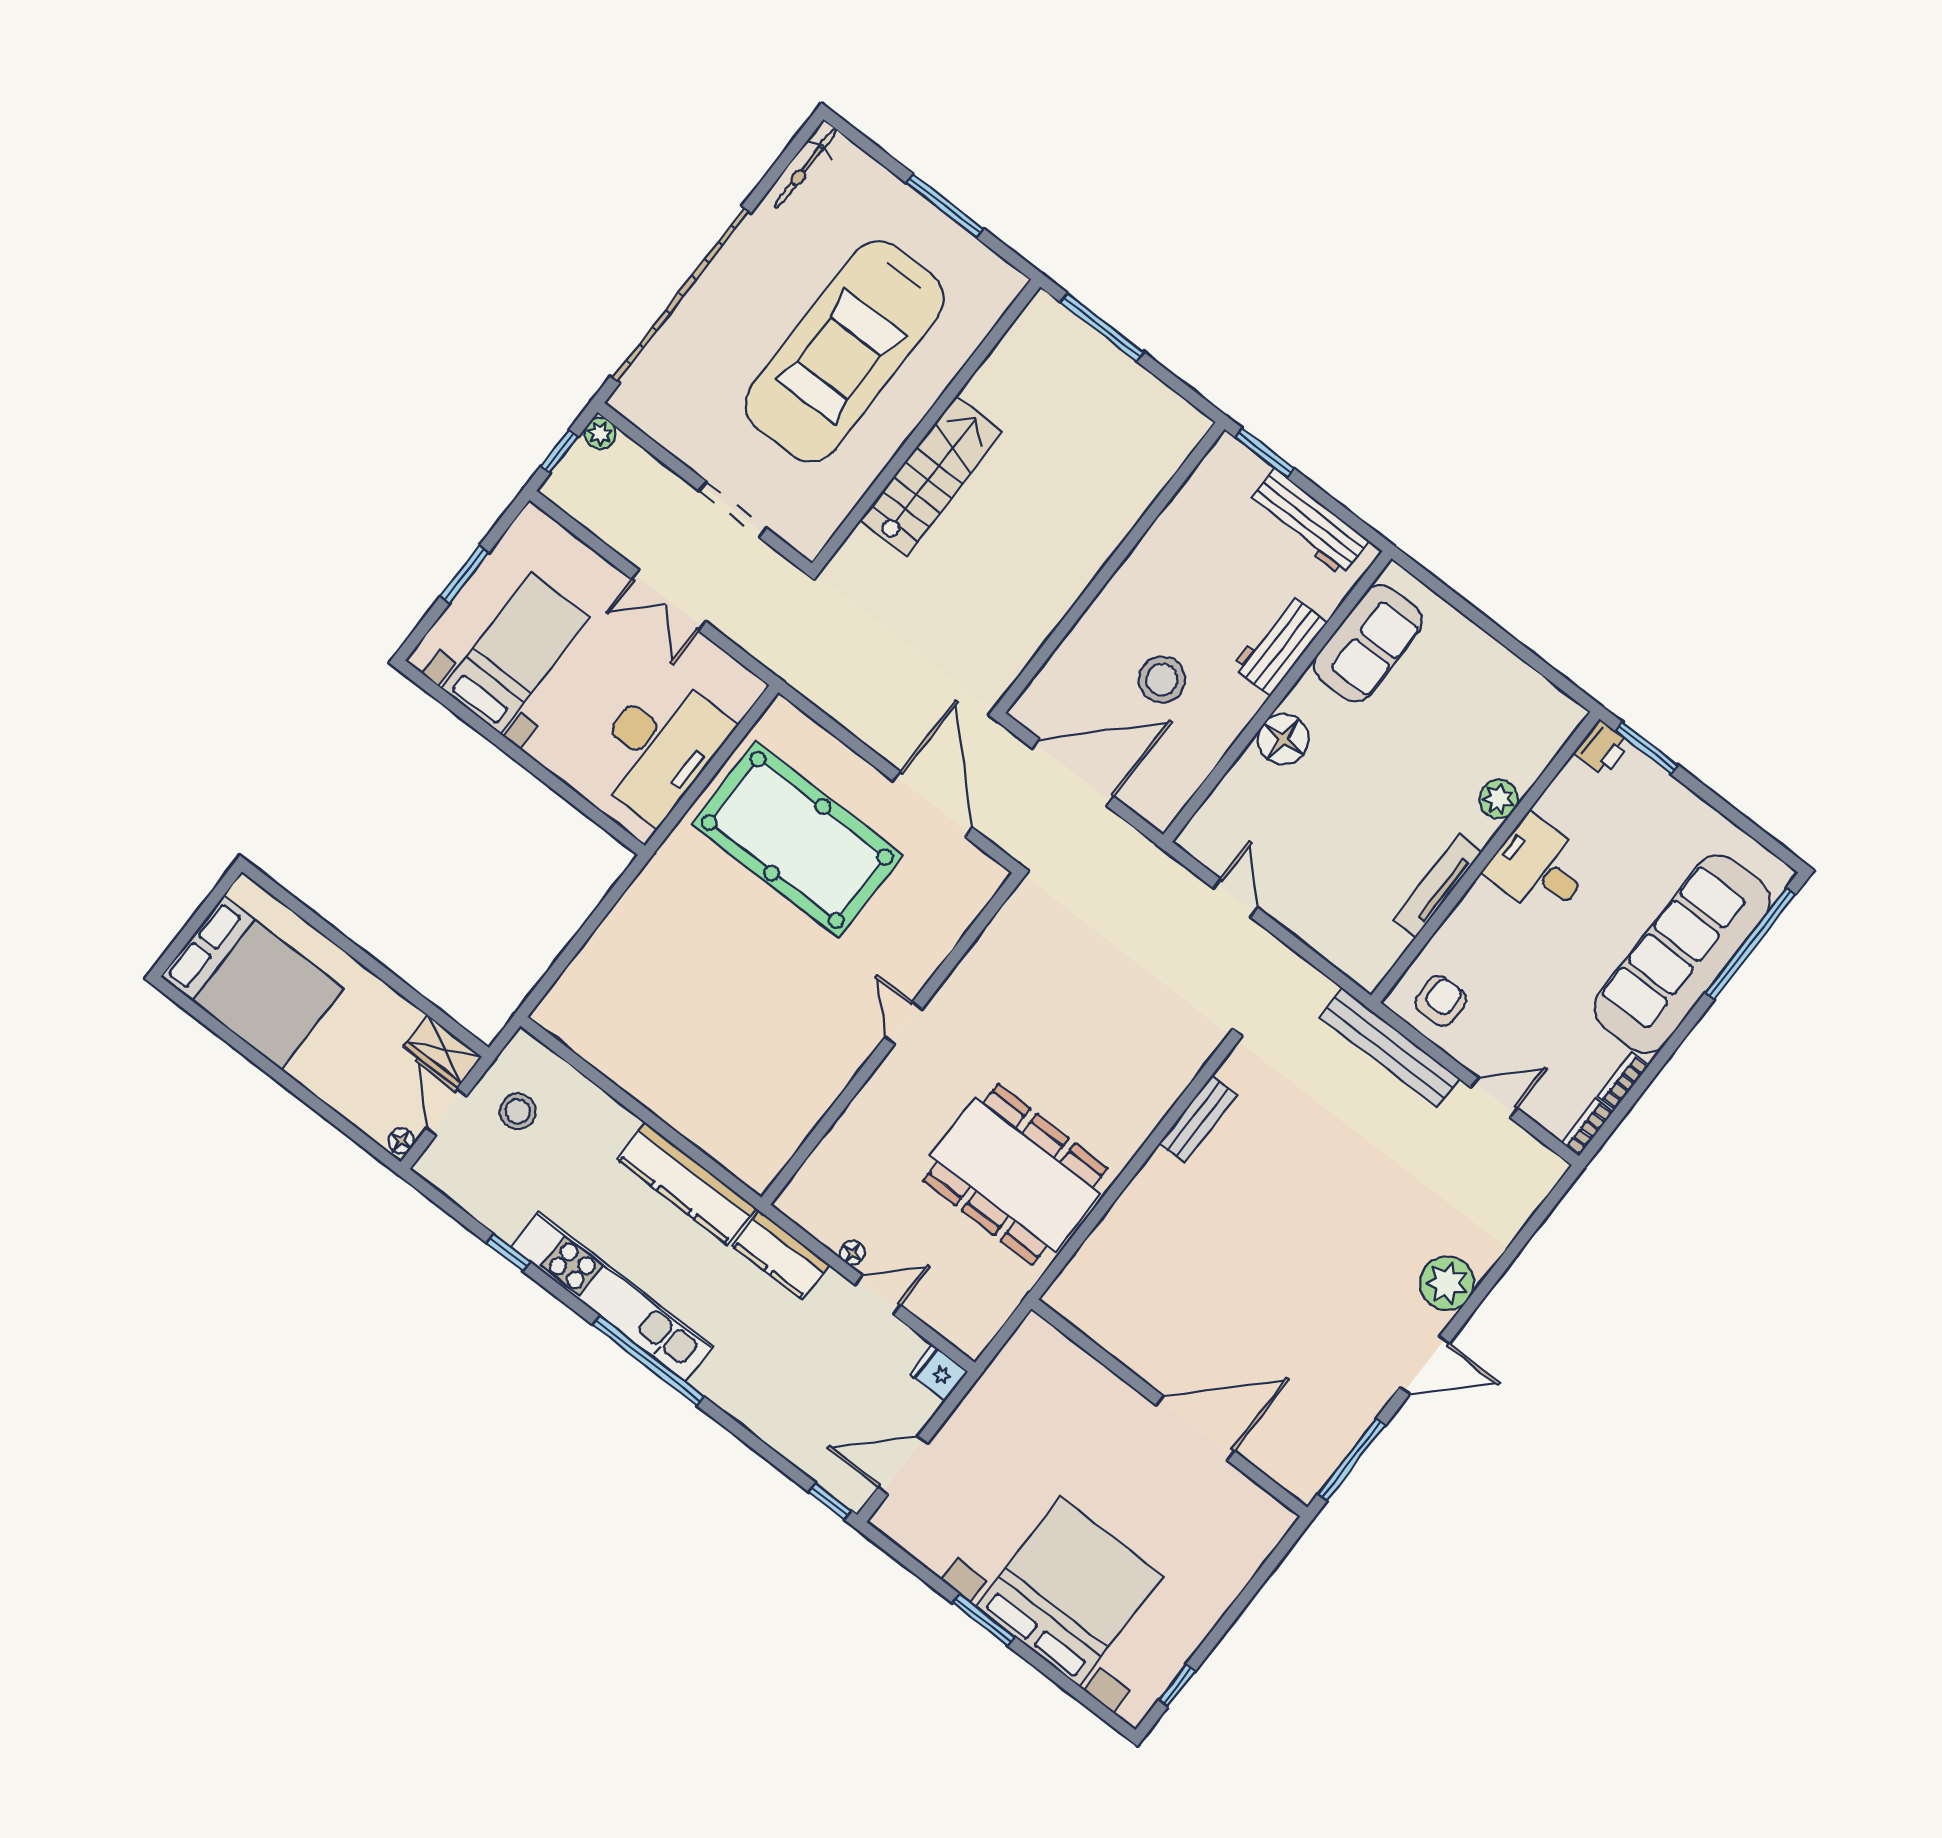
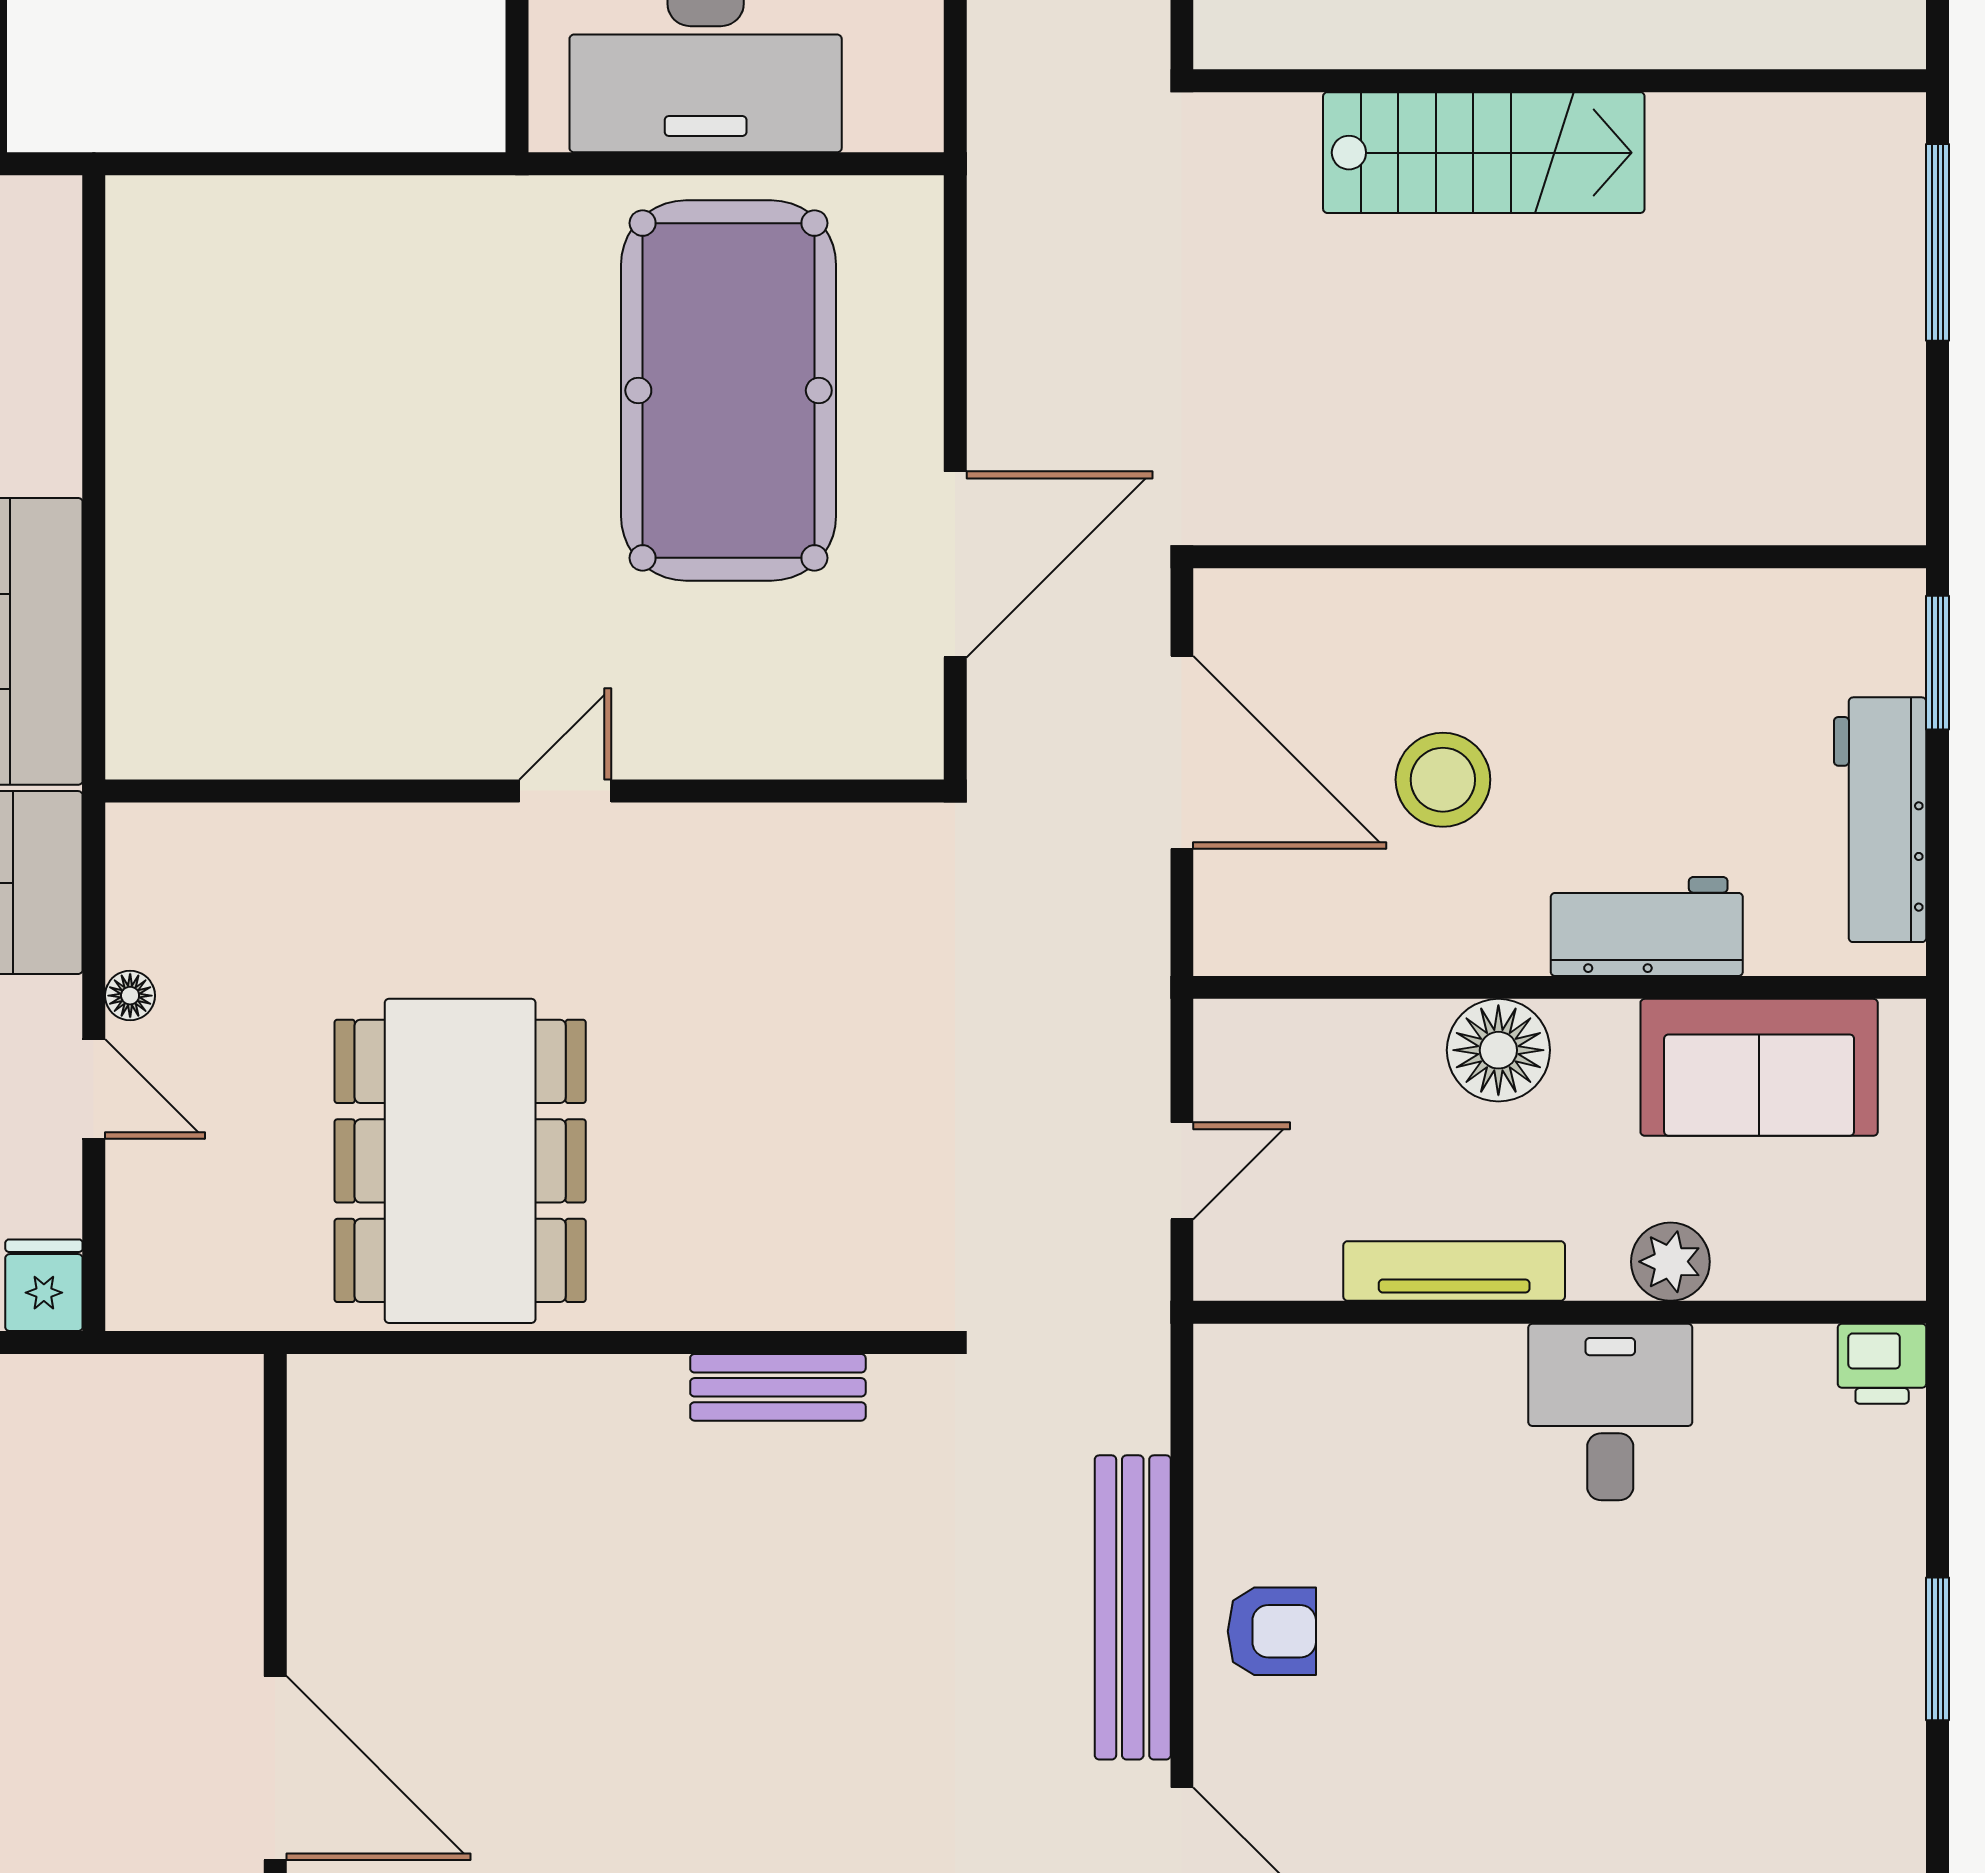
printer: (1602, 748) -> (1882, 1364), moved
plant: (1499, 799) -> (1670, 1262), moved
wall: (1485, 857) -> (1560, 1312), moved
desk: (1539, 867) -> (1610, 1412), moved
tv unit: (1438, 886) -> (1454, 1271), moved

